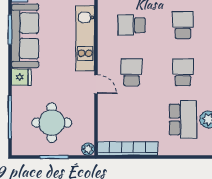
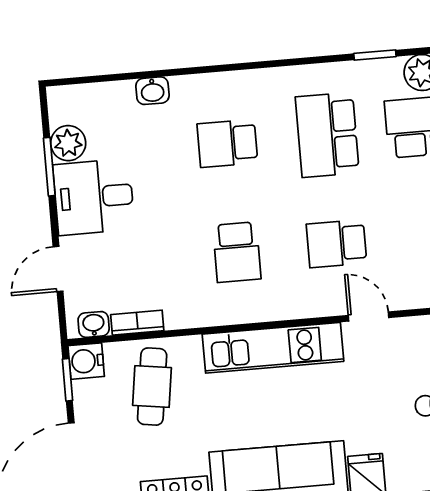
school desk: (183, 72) -> (327, 135), width x1.85
door: (96, 84) -> (368, 317), hinge flipped

